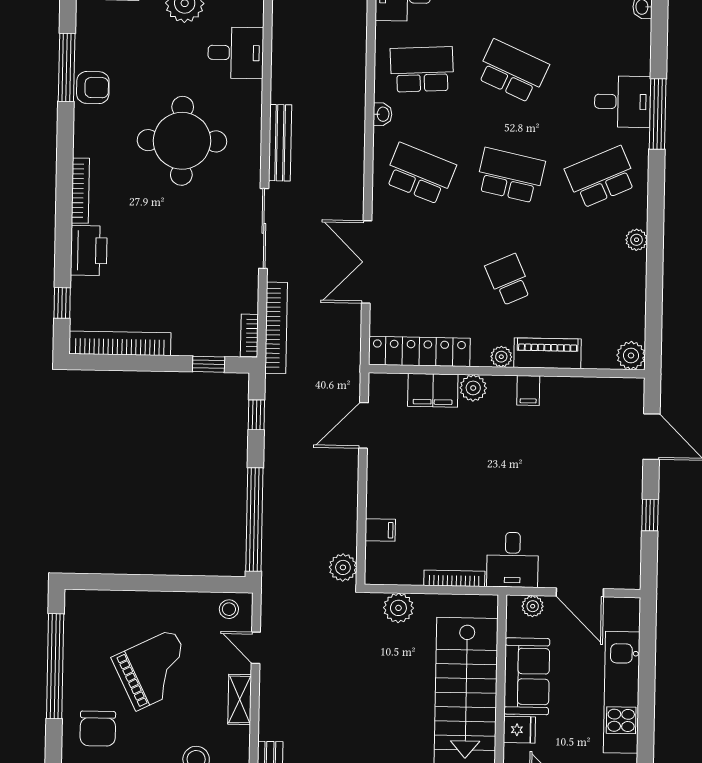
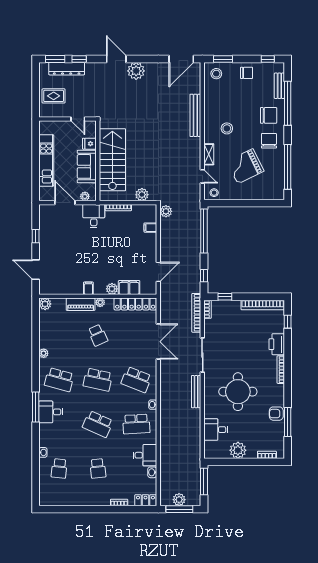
school desk: (601, 177) -> (59, 380), turned 39

